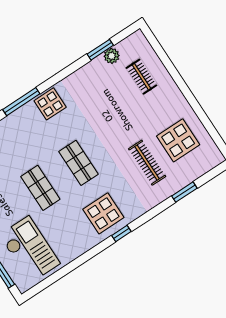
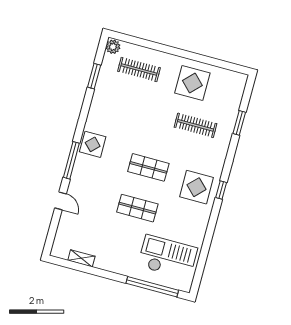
plant: (112, 56) -> (113, 47), moved
clothes rail: (141, 77) -> (139, 70), width x1.36
display table: (178, 140) -> (192, 83), moved

